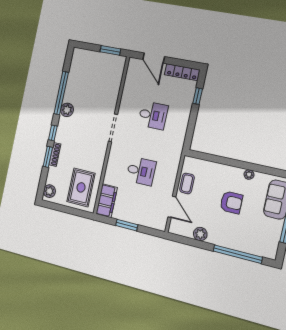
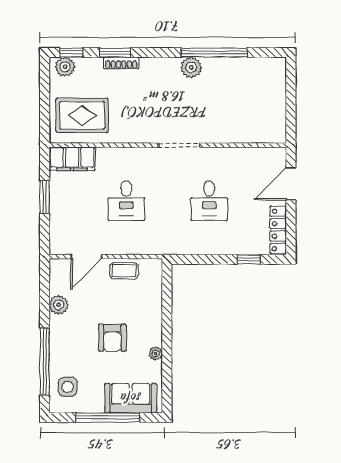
window: (110, 50) -> (291, 116), removed
window: (53, 133) -> (71, 53), moved
side table: (259, 243) -> (68, 387), added

